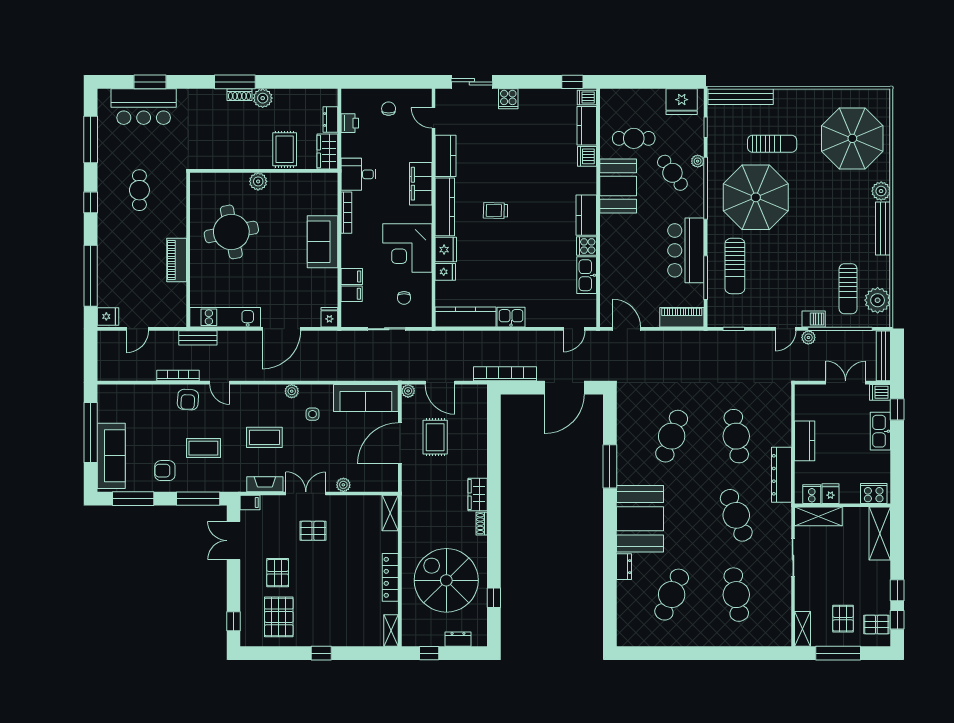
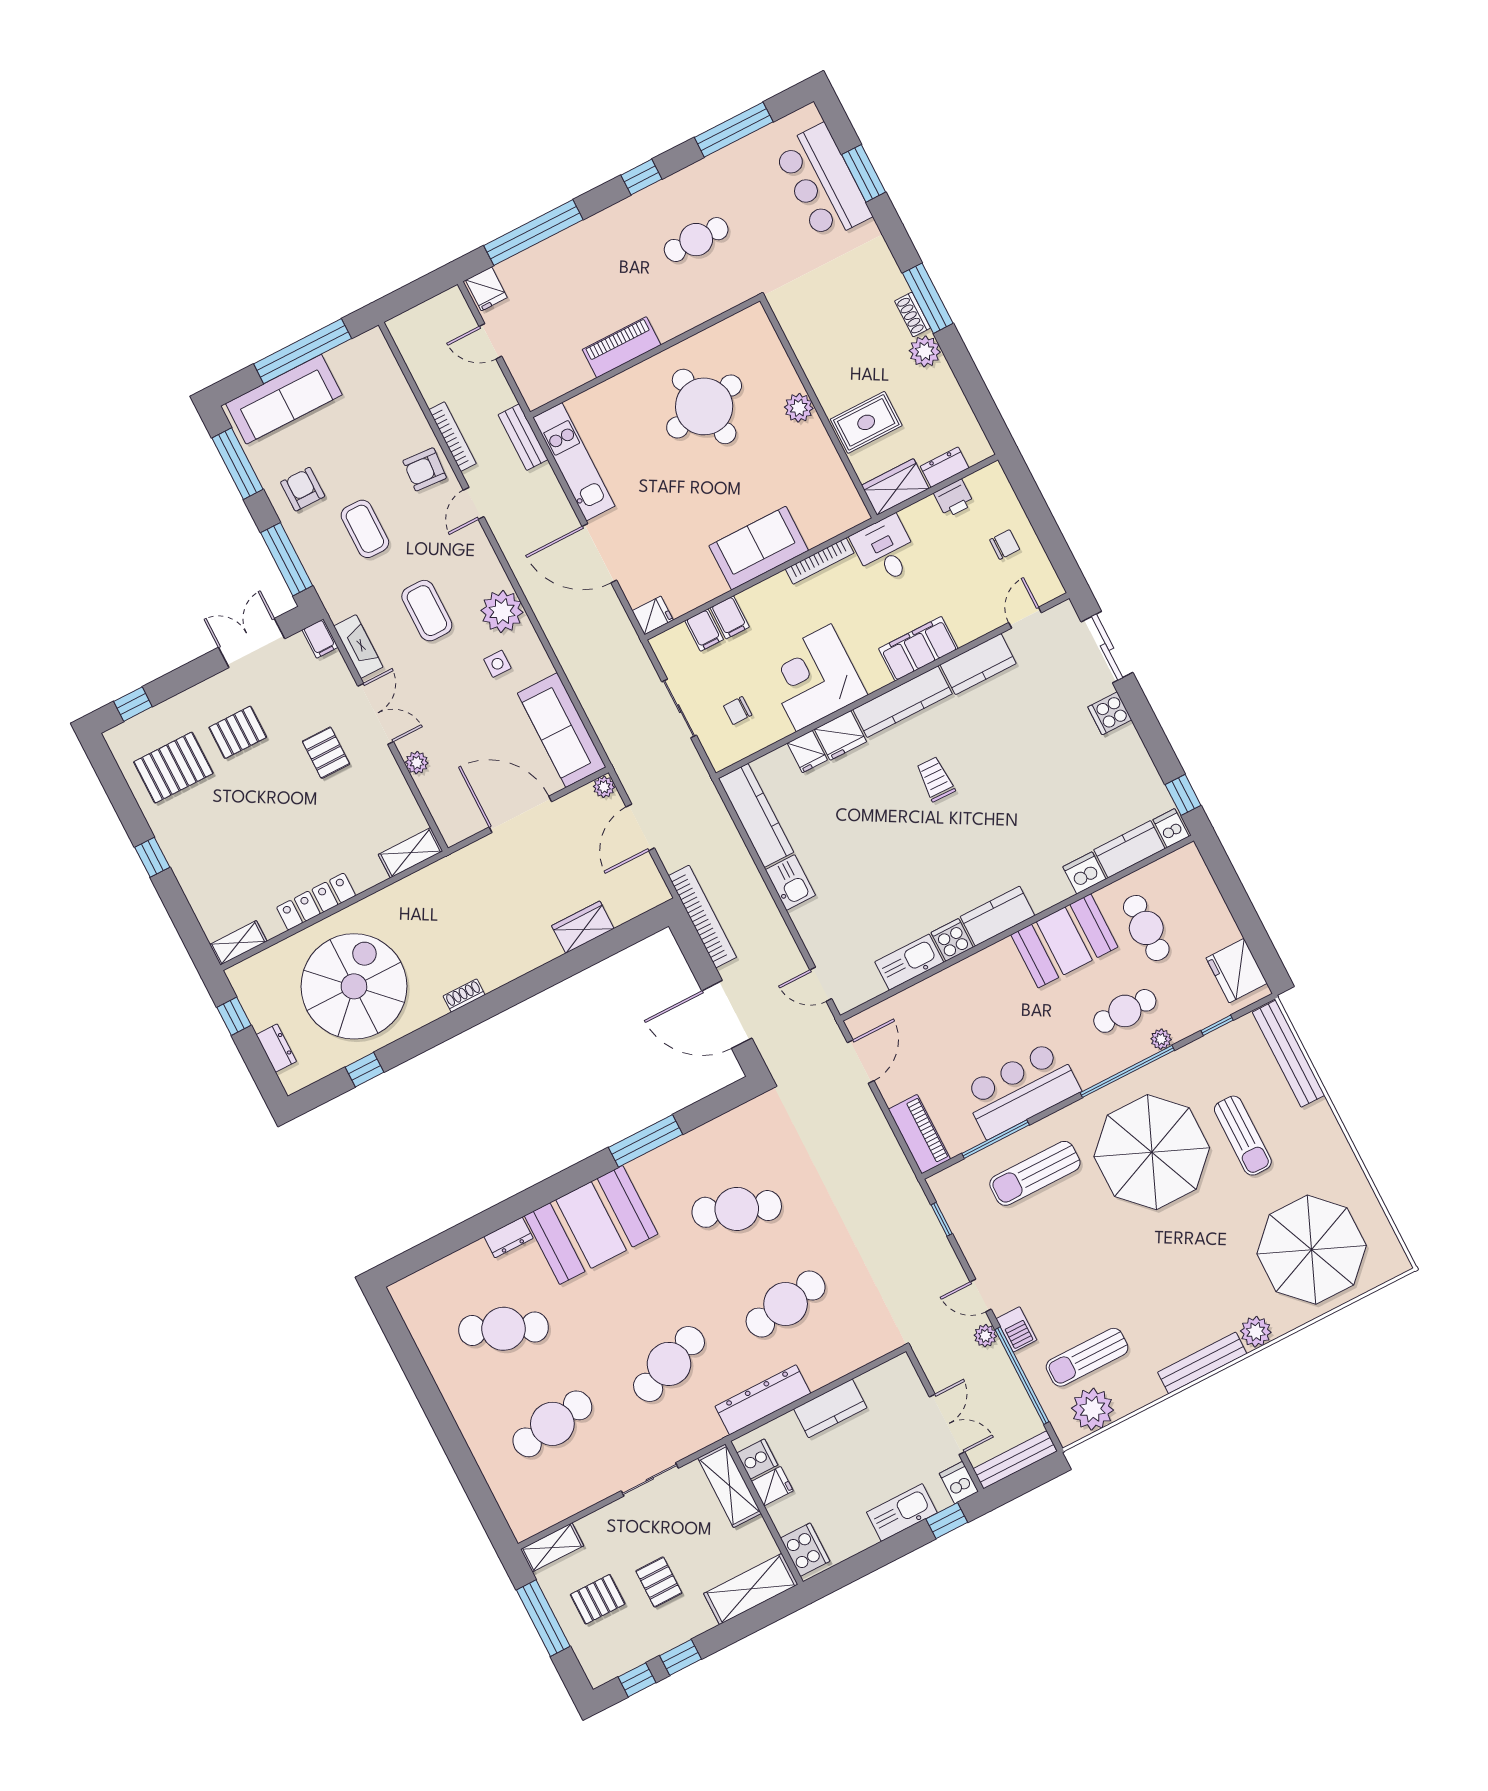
cafe table: (672, 173) -> (1125, 1011), turned 36
plant: (292, 391) -> (502, 611), width x1.87, depth x1.87
rug: (435, 437) -> (556, 862), removed
wardrobe: (478, 494) -> (583, 927), moved
pallet: (876, 625) -> (659, 1582), moved

